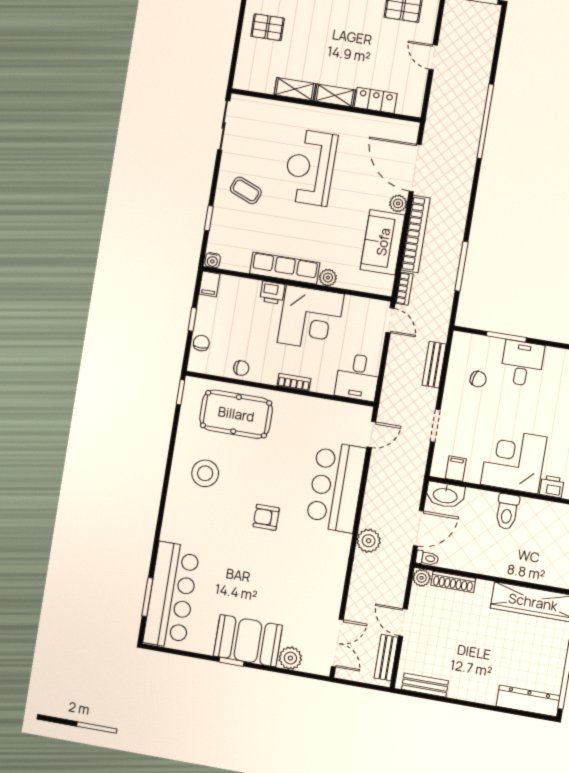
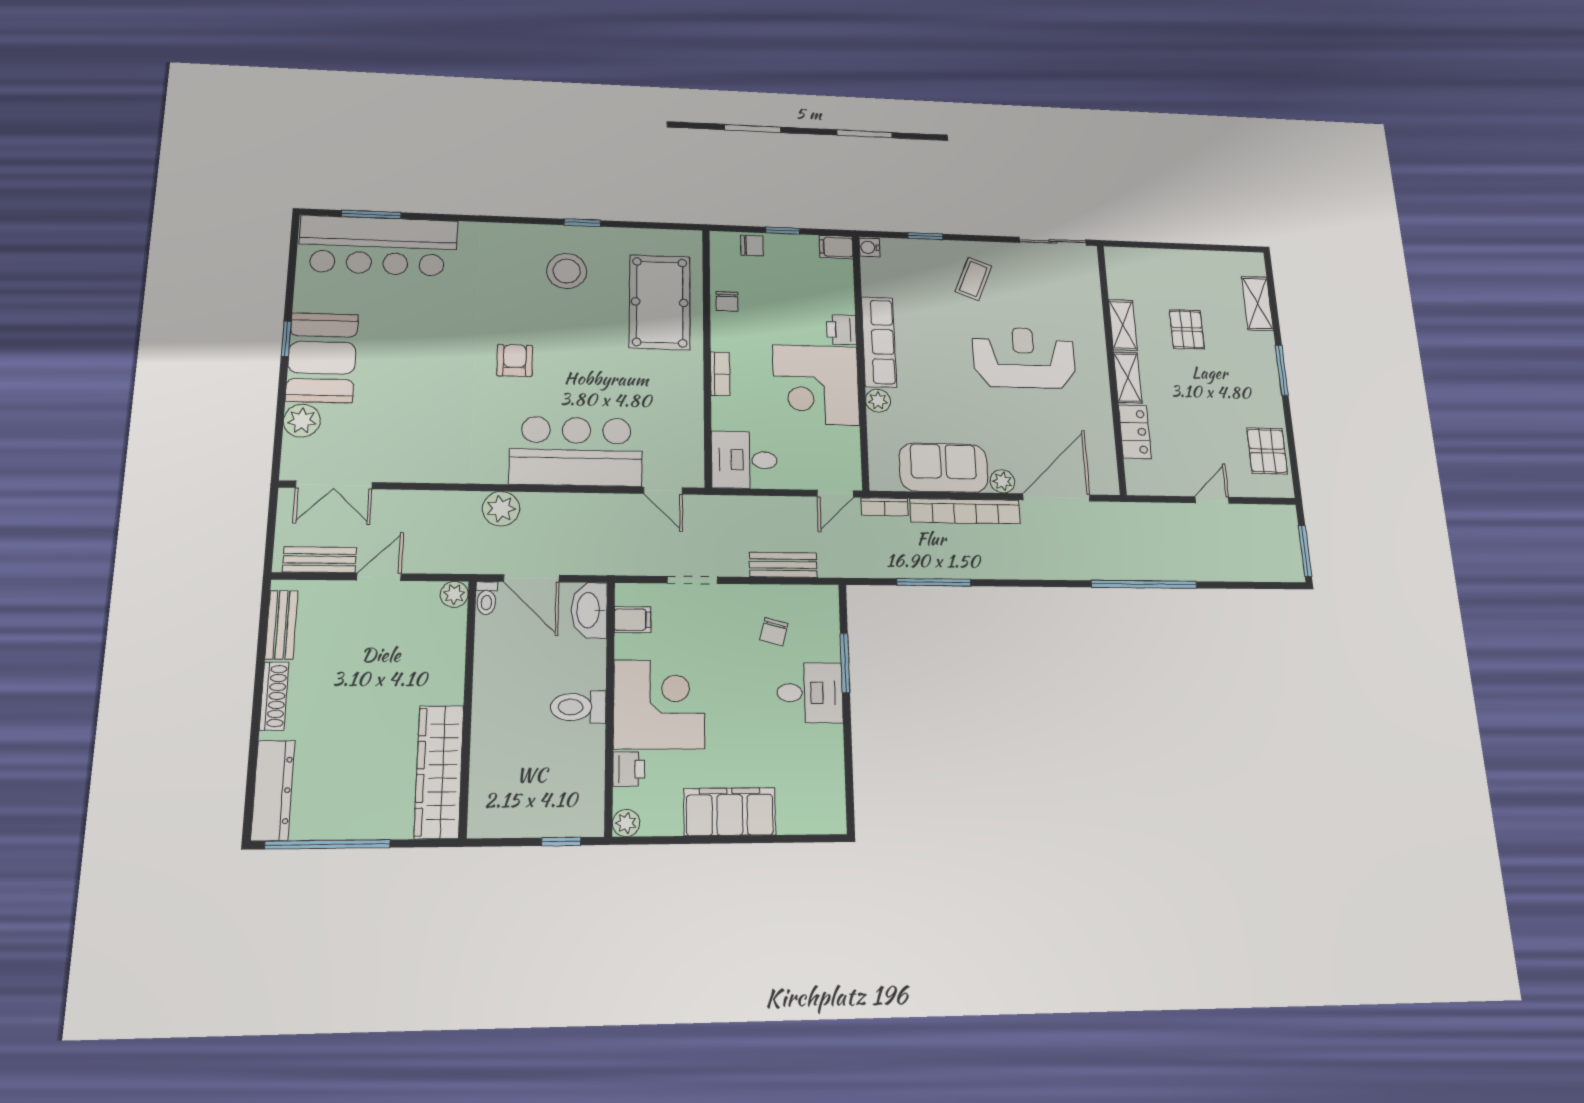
pallet: (268, 27) -> (1187, 329), moved
window: (181, 392) -> (582, 223), moved
shoe rack: (453, 582) -> (274, 696), moved, turned 180

